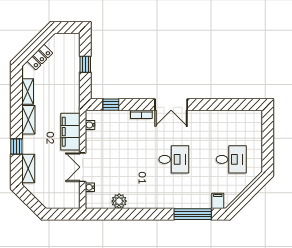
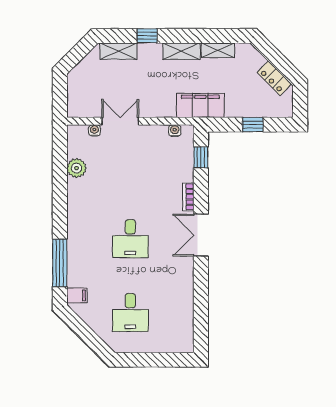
locker: (40, 57) -> (274, 78), moved
filing cabinet: (70, 132) -> (200, 105), moved

